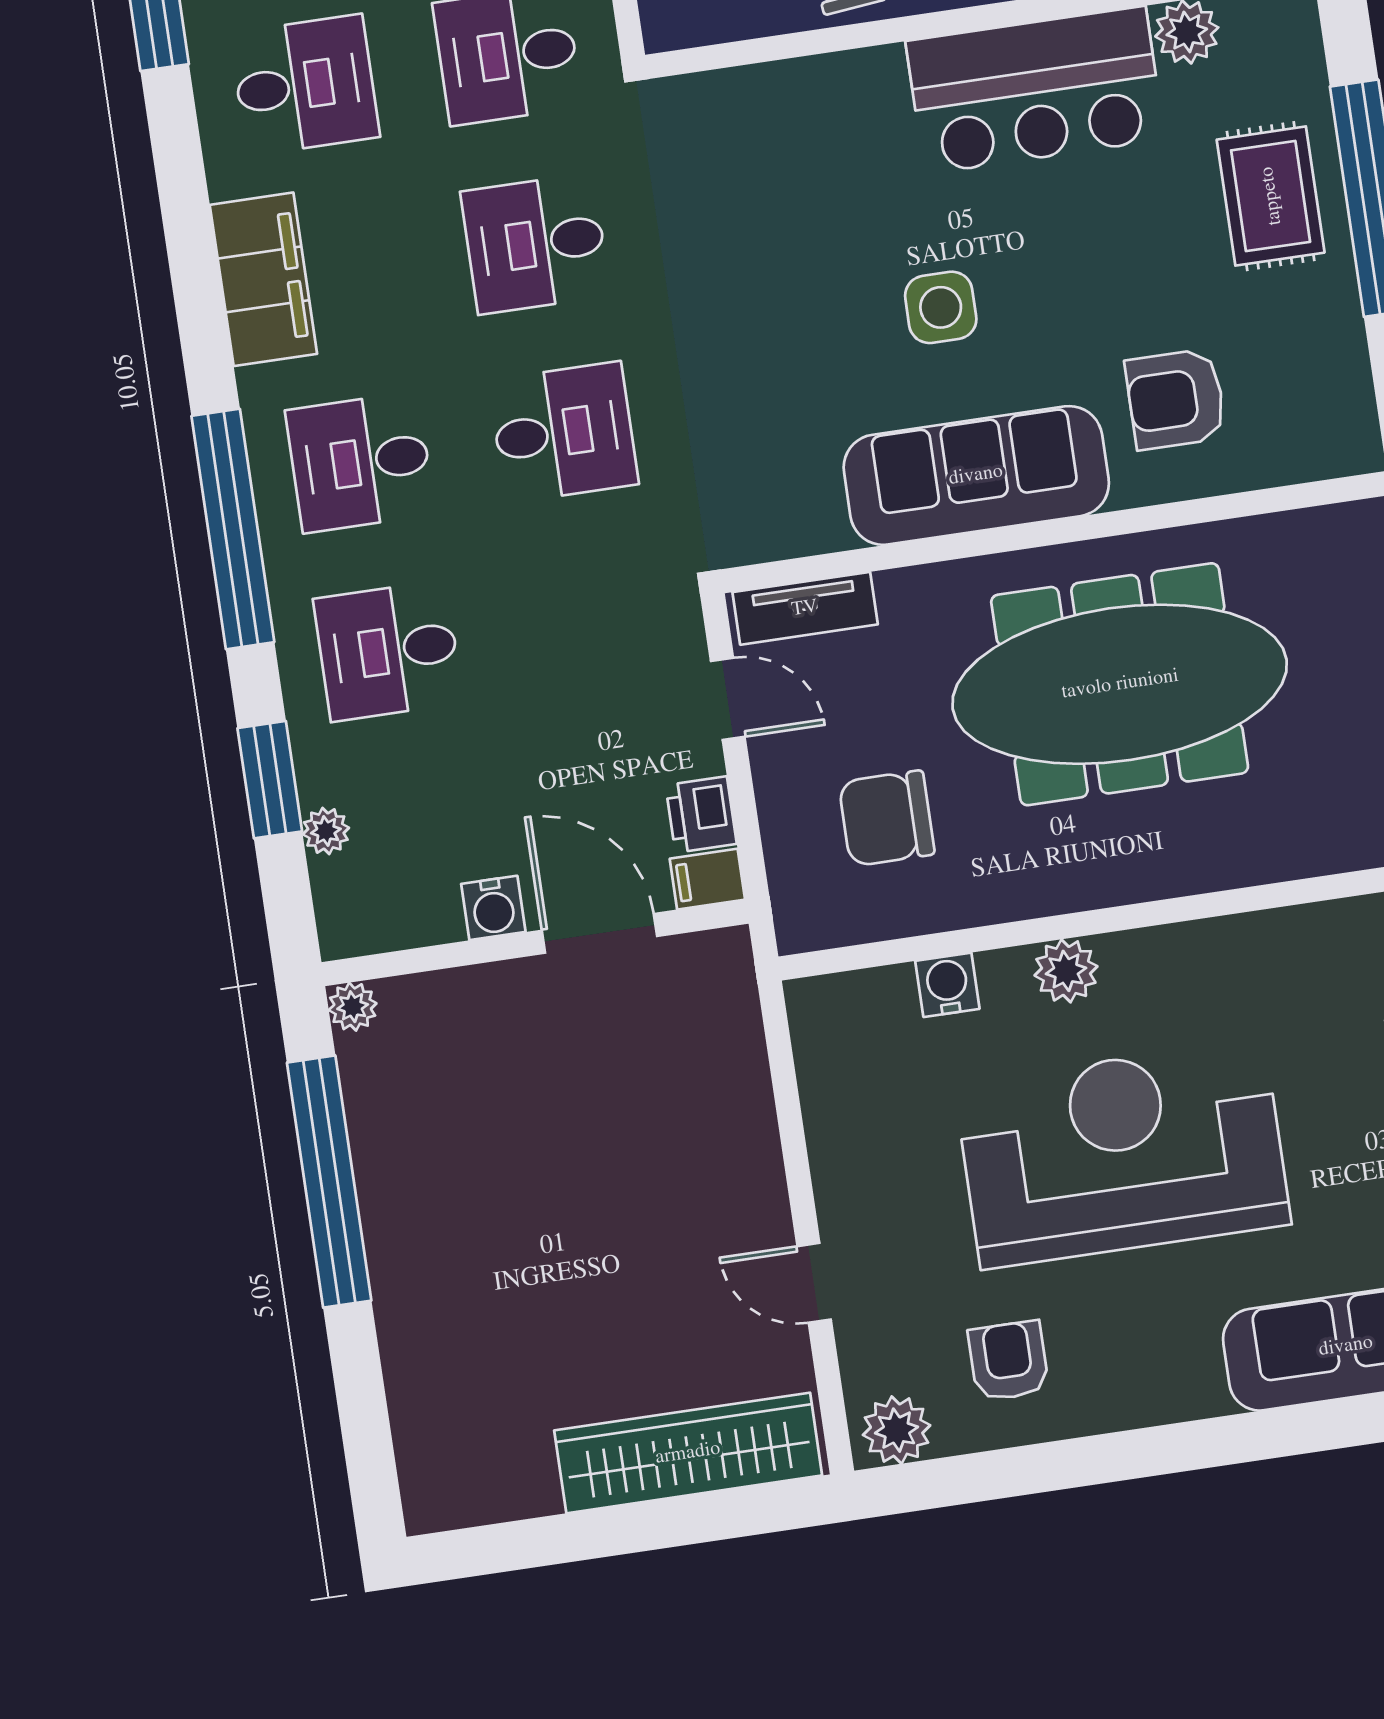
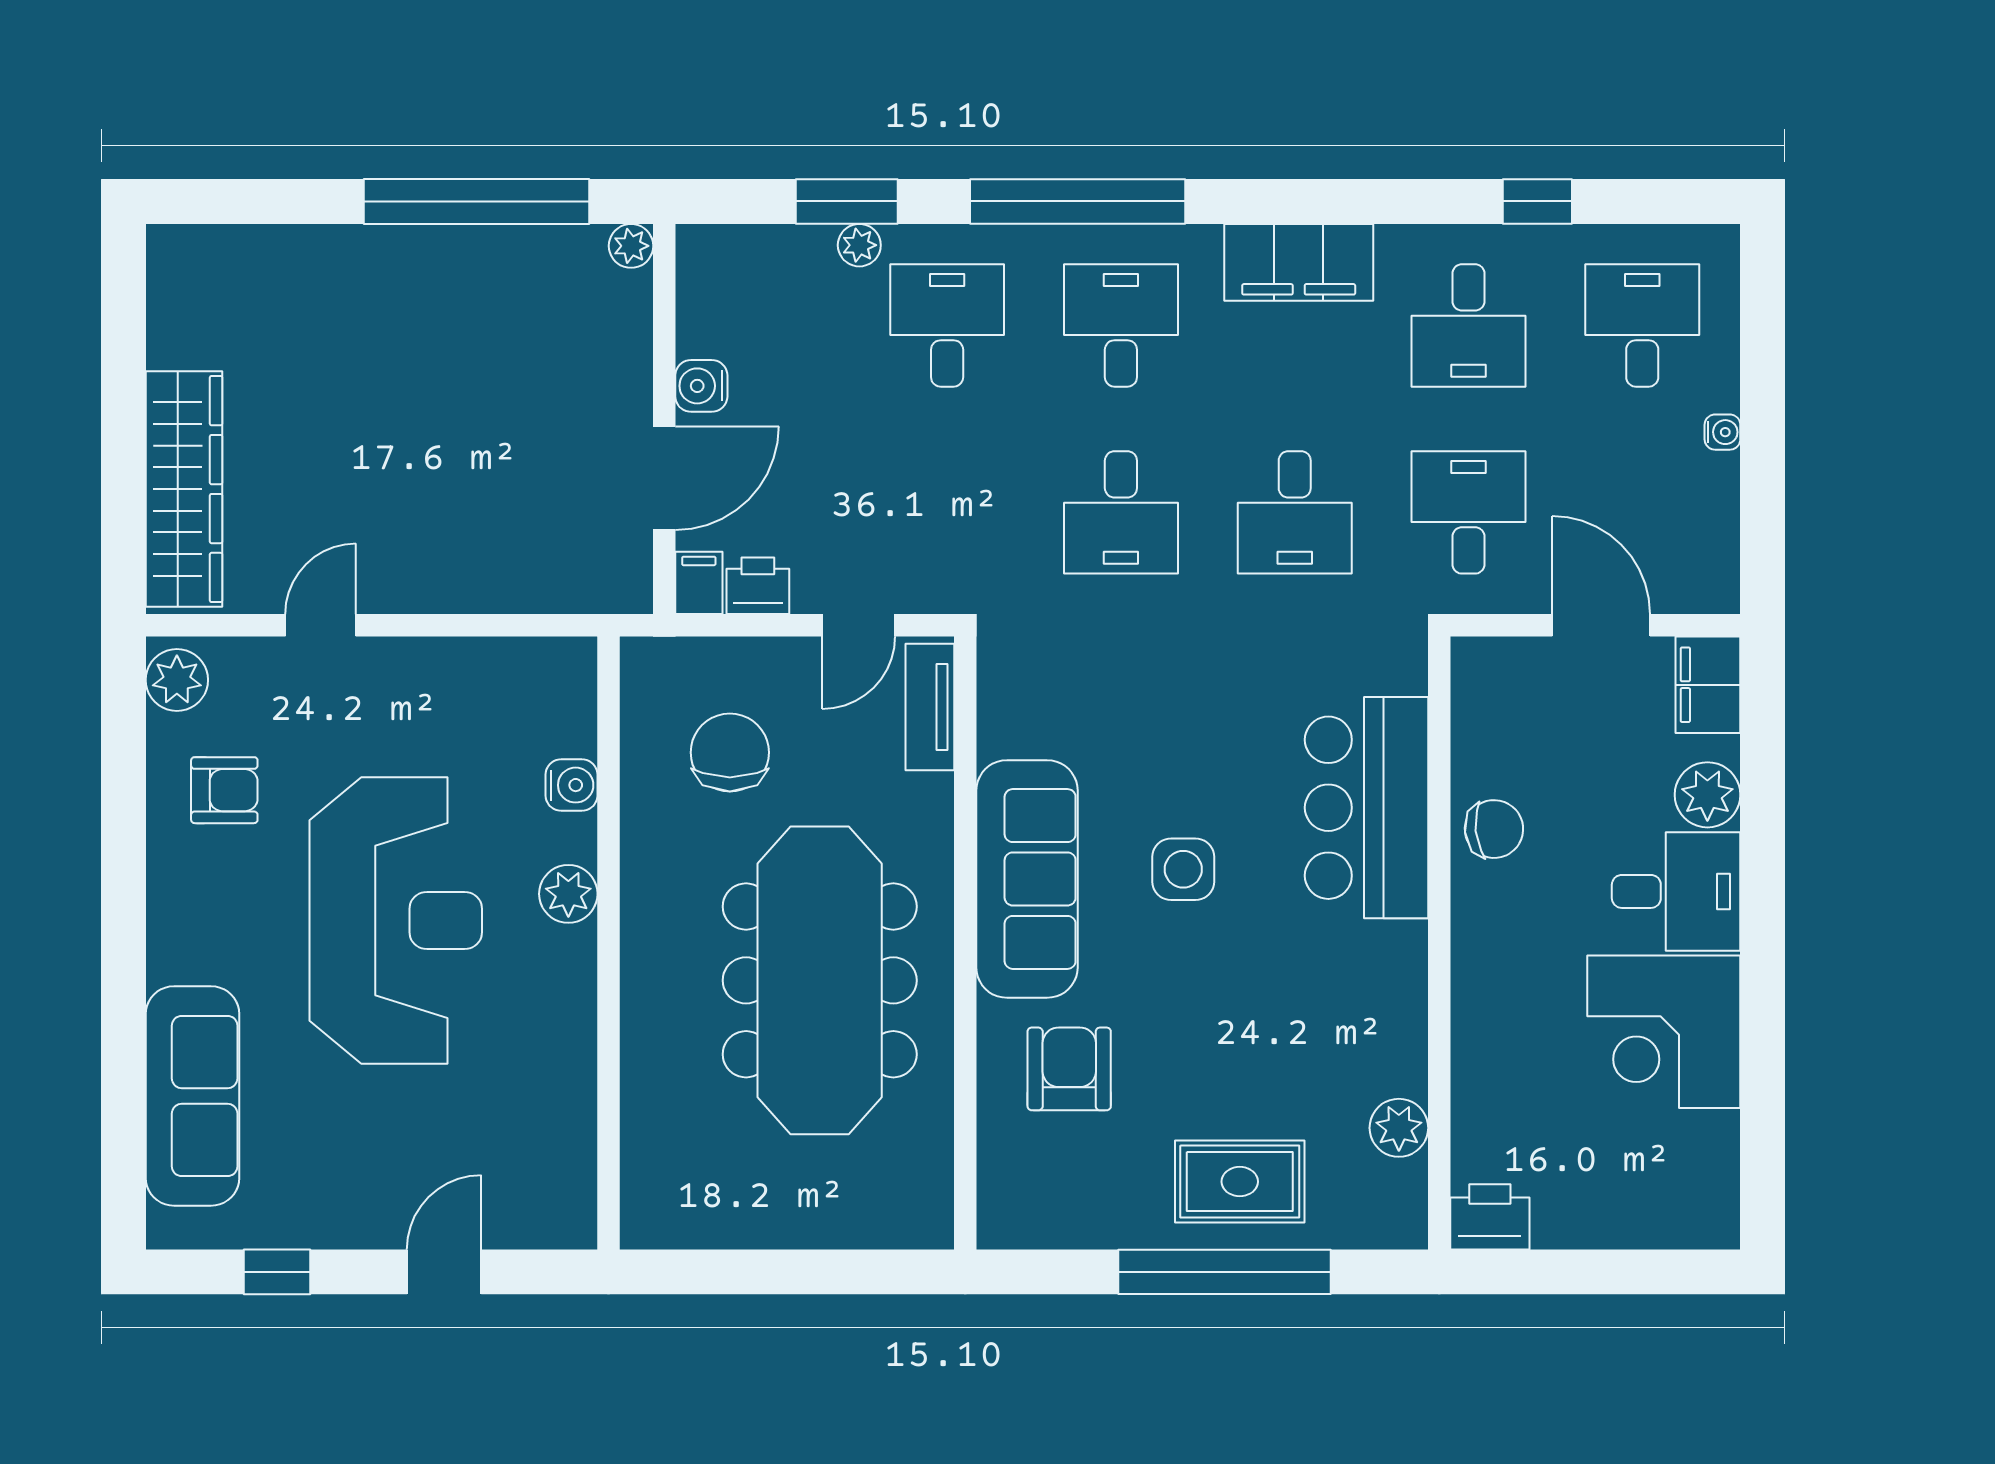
bar counter: (1035, 90) -> (1366, 808), moved
desk: (535, 244) -> (1295, 512), turned 180
plant: (326, 831) -> (859, 245), moved

